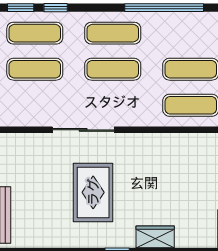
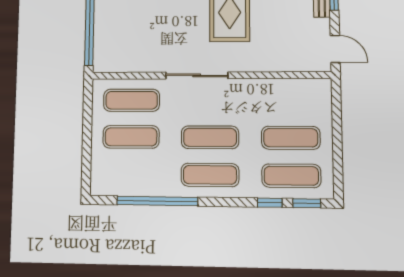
sliding door: (83, 130) -> (197, 75), moved

